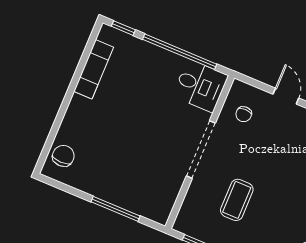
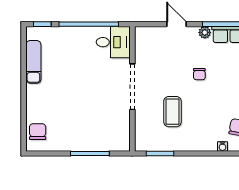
chair: (244, 114) -> (199, 74), moved

